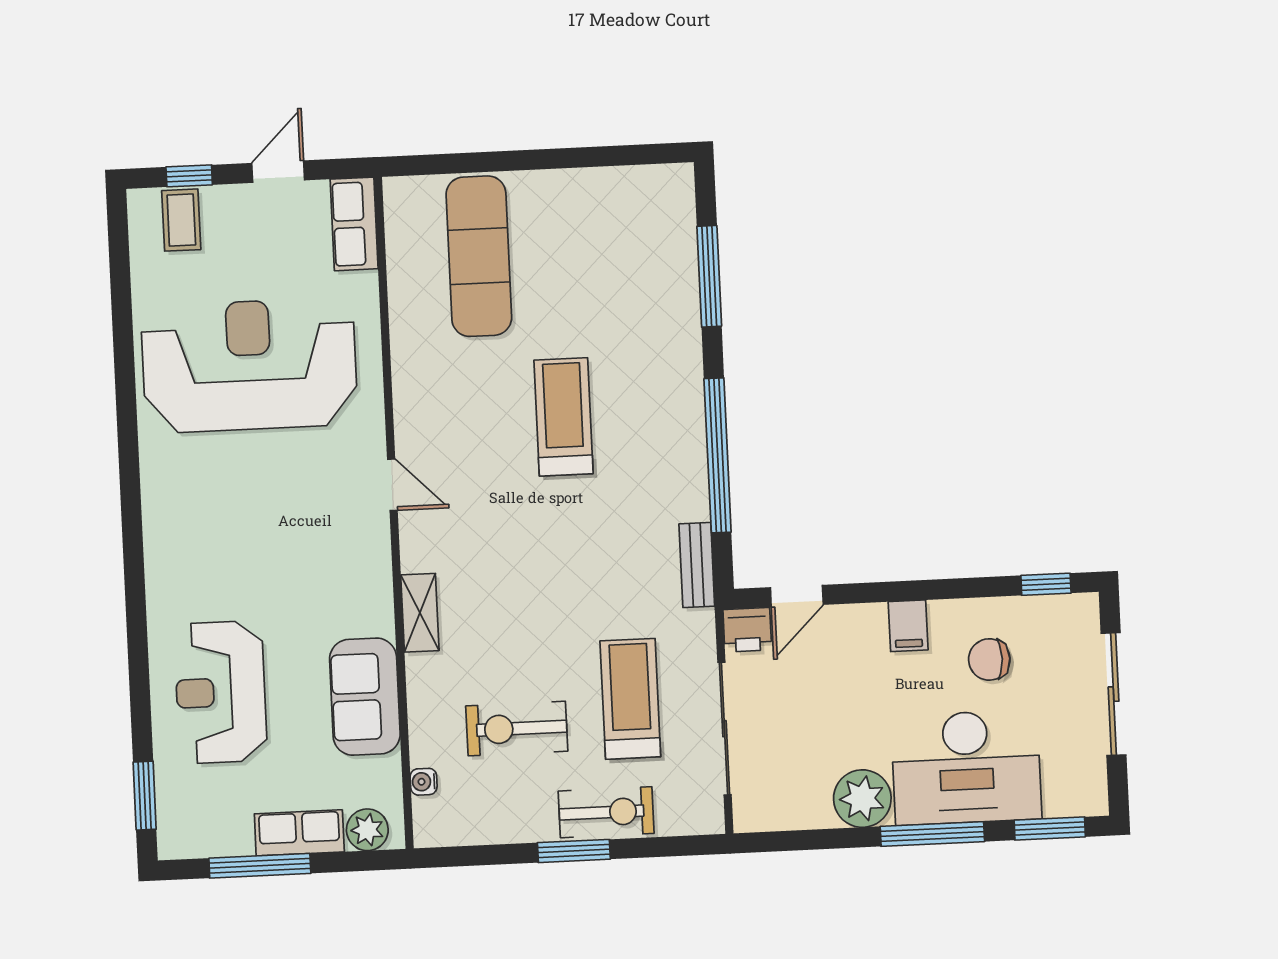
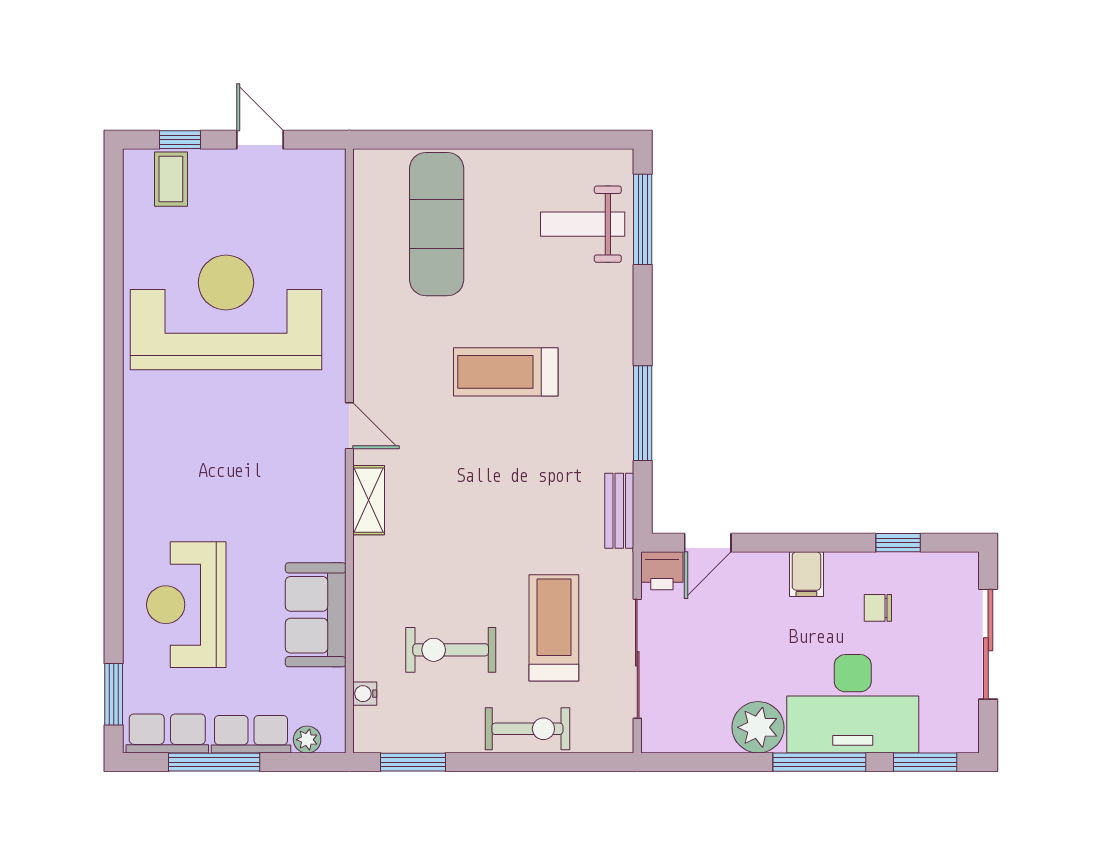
door: (278, 172) -> (260, 140), hinge flipped
row of seats: (354, 224) -> (167, 733), moved, turned 90
weight bench: (641, 249) -> (583, 224), added
window: (709, 276) -> (643, 219), moved
treadmill: (563, 417) -> (506, 372), turned -90
window: (718, 455) -> (643, 413), width x0.68
window: (1046, 584) -> (898, 543), moved
shelving: (420, 613) -> (369, 500), moved
chair: (989, 659) -> (878, 608), width x0.73, depth x0.73
plant: (367, 830) -> (307, 740), width x0.73, depth x0.73
window: (574, 851) -> (413, 762), moved

